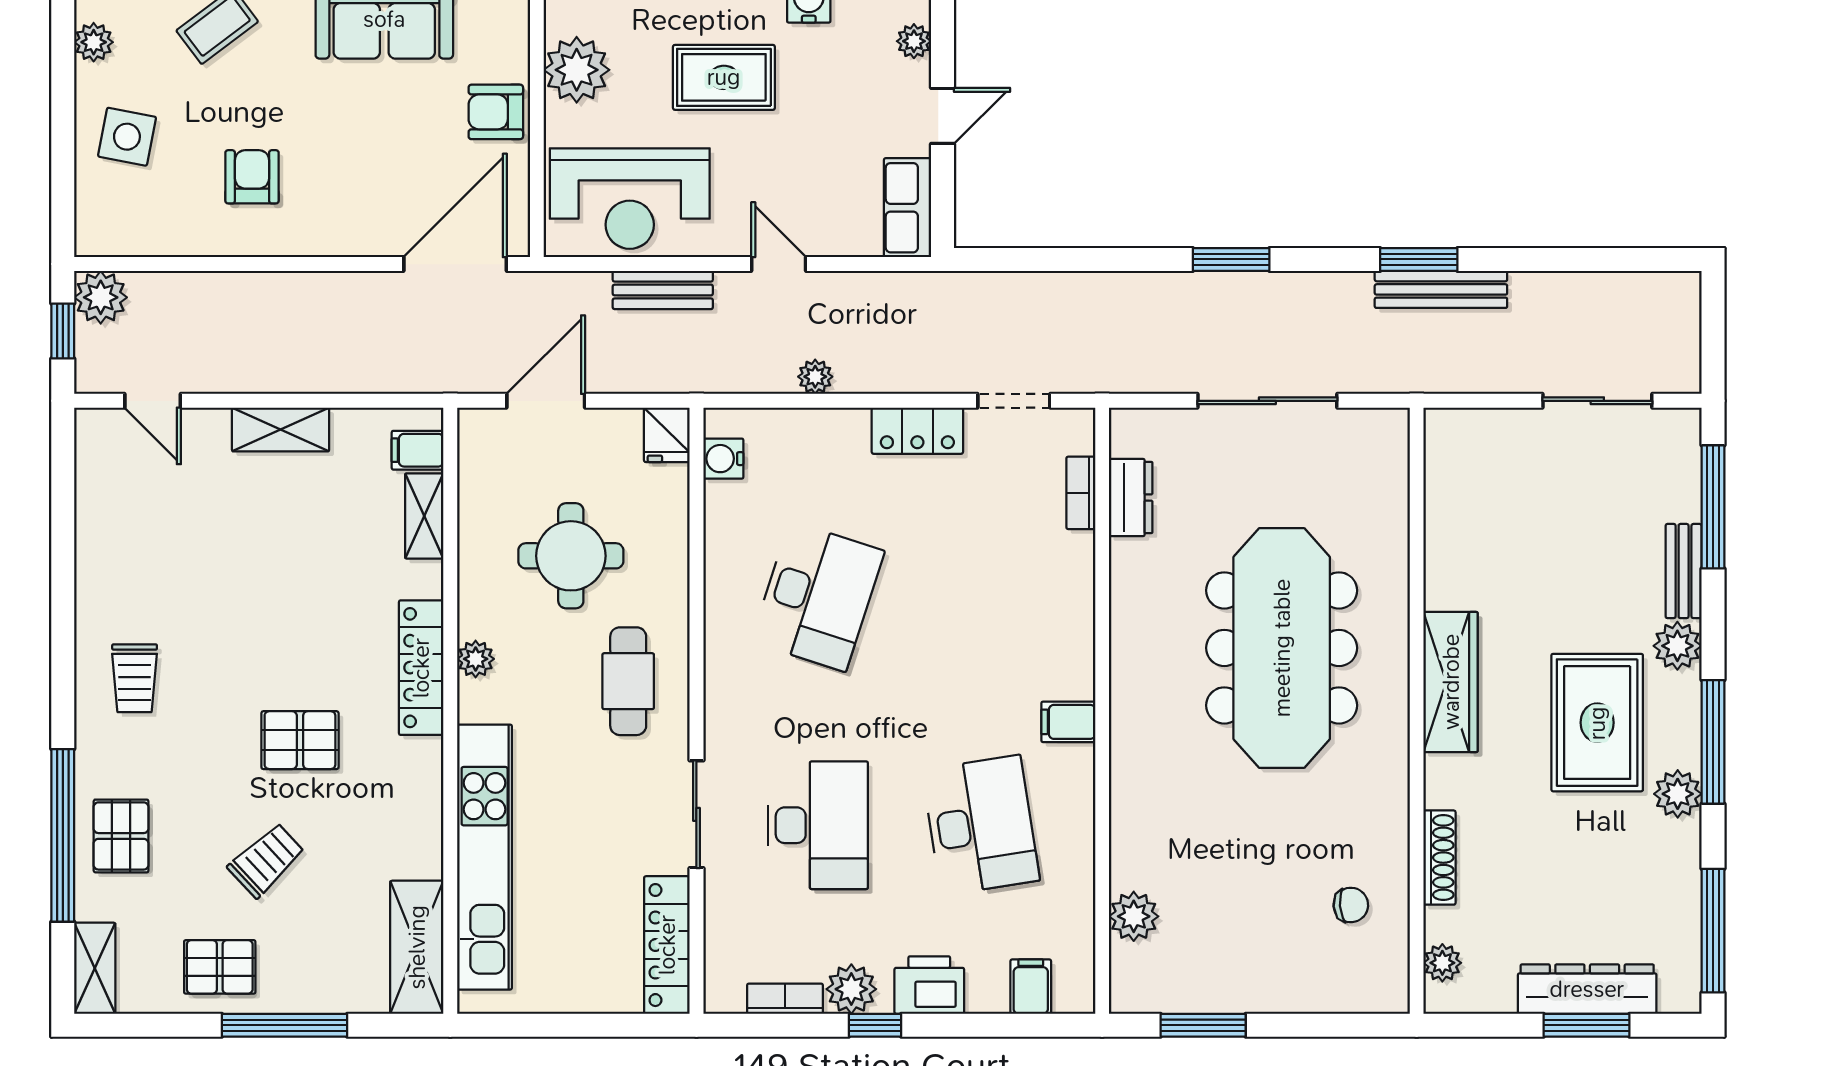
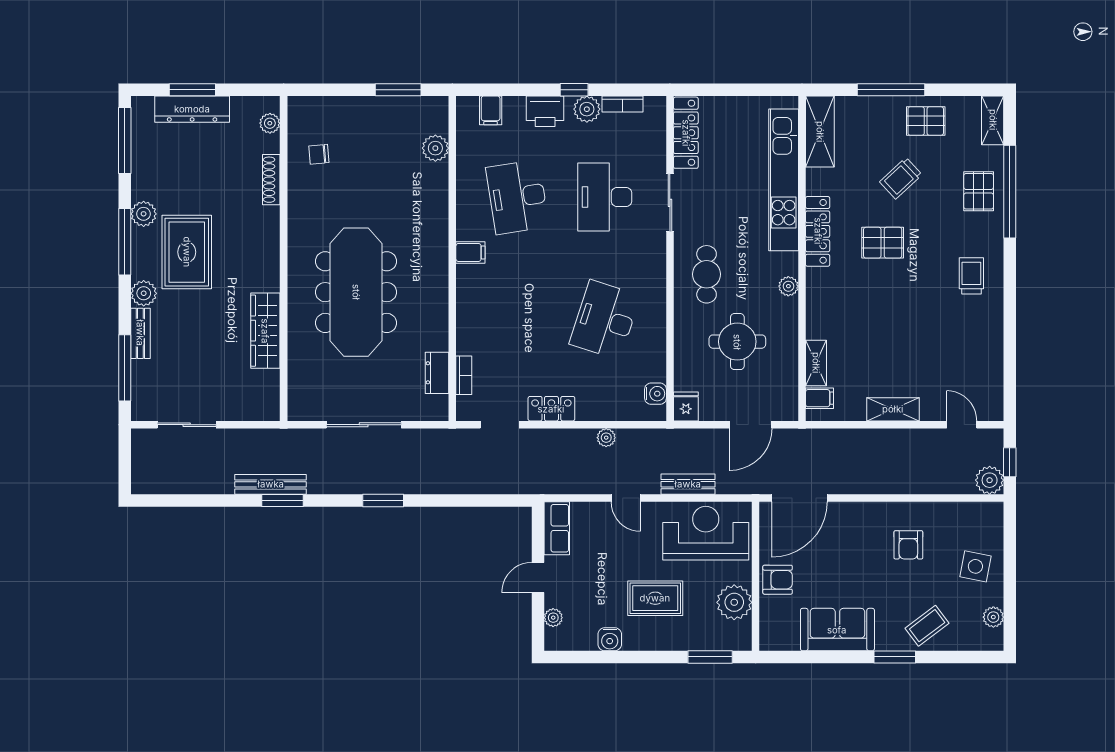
locker: (421, 668) -> (818, 231), moved
wardrobe: (1451, 682) -> (265, 331), moved

